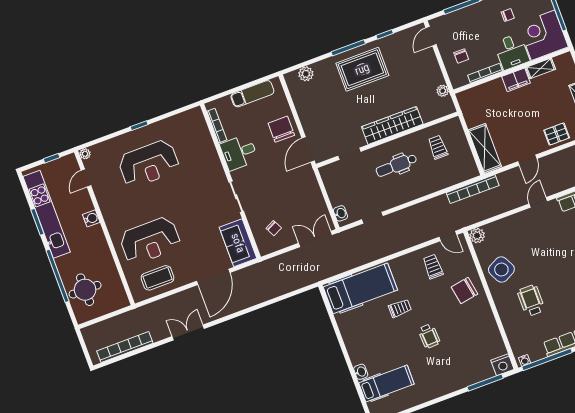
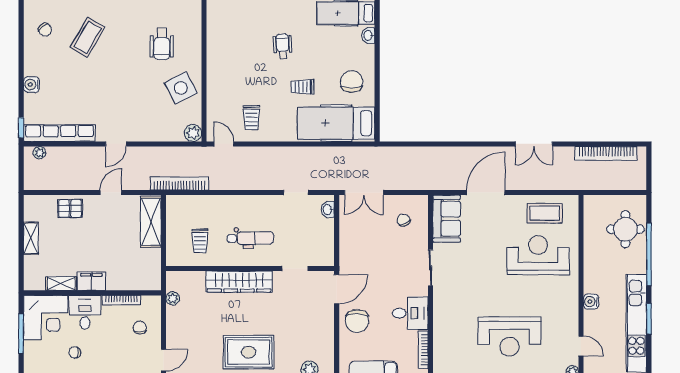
reception desk: (149, 164) -> (509, 336), turned 180
door: (86, 178) -> (581, 346), hinge flipped
chair: (465, 290) -> (352, 81), moved, turned -80

